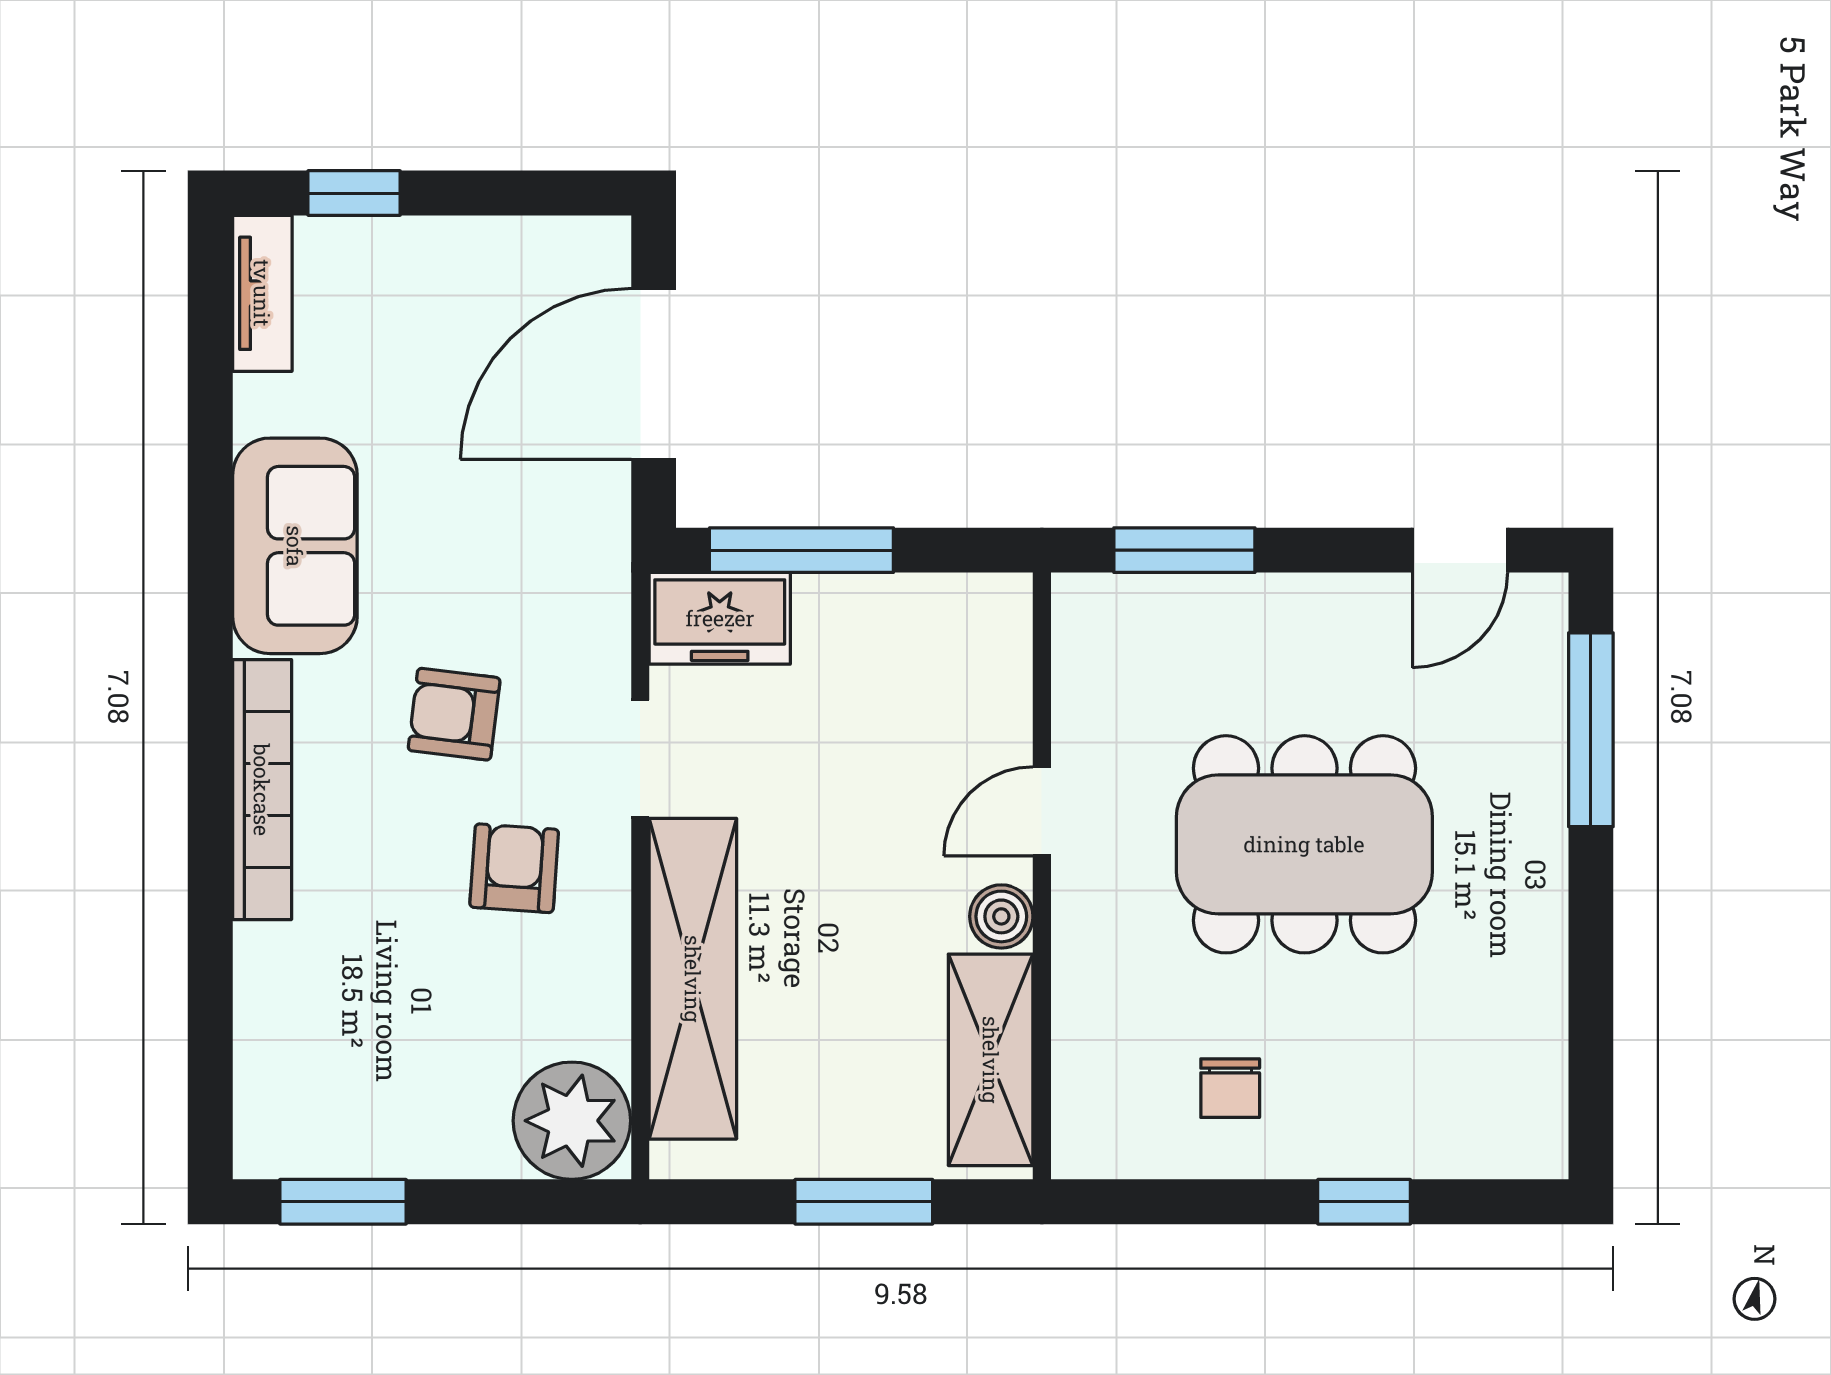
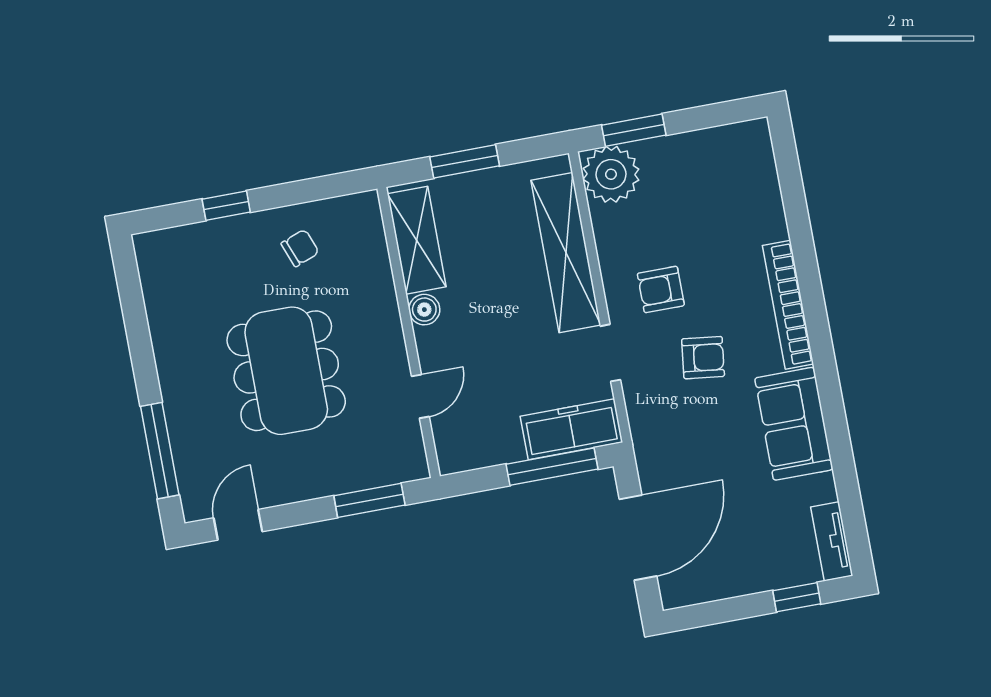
freezer: (720, 618) -> (571, 429), width x1.40
door: (1042, 811) -> (420, 396), moved
dining table: (1304, 844) -> (286, 371), turned 90
armchair: (514, 868) -> (661, 289), turned 86
chair: (1230, 1088) -> (300, 248), turned 69
window: (343, 1202) -> (634, 130), moved

